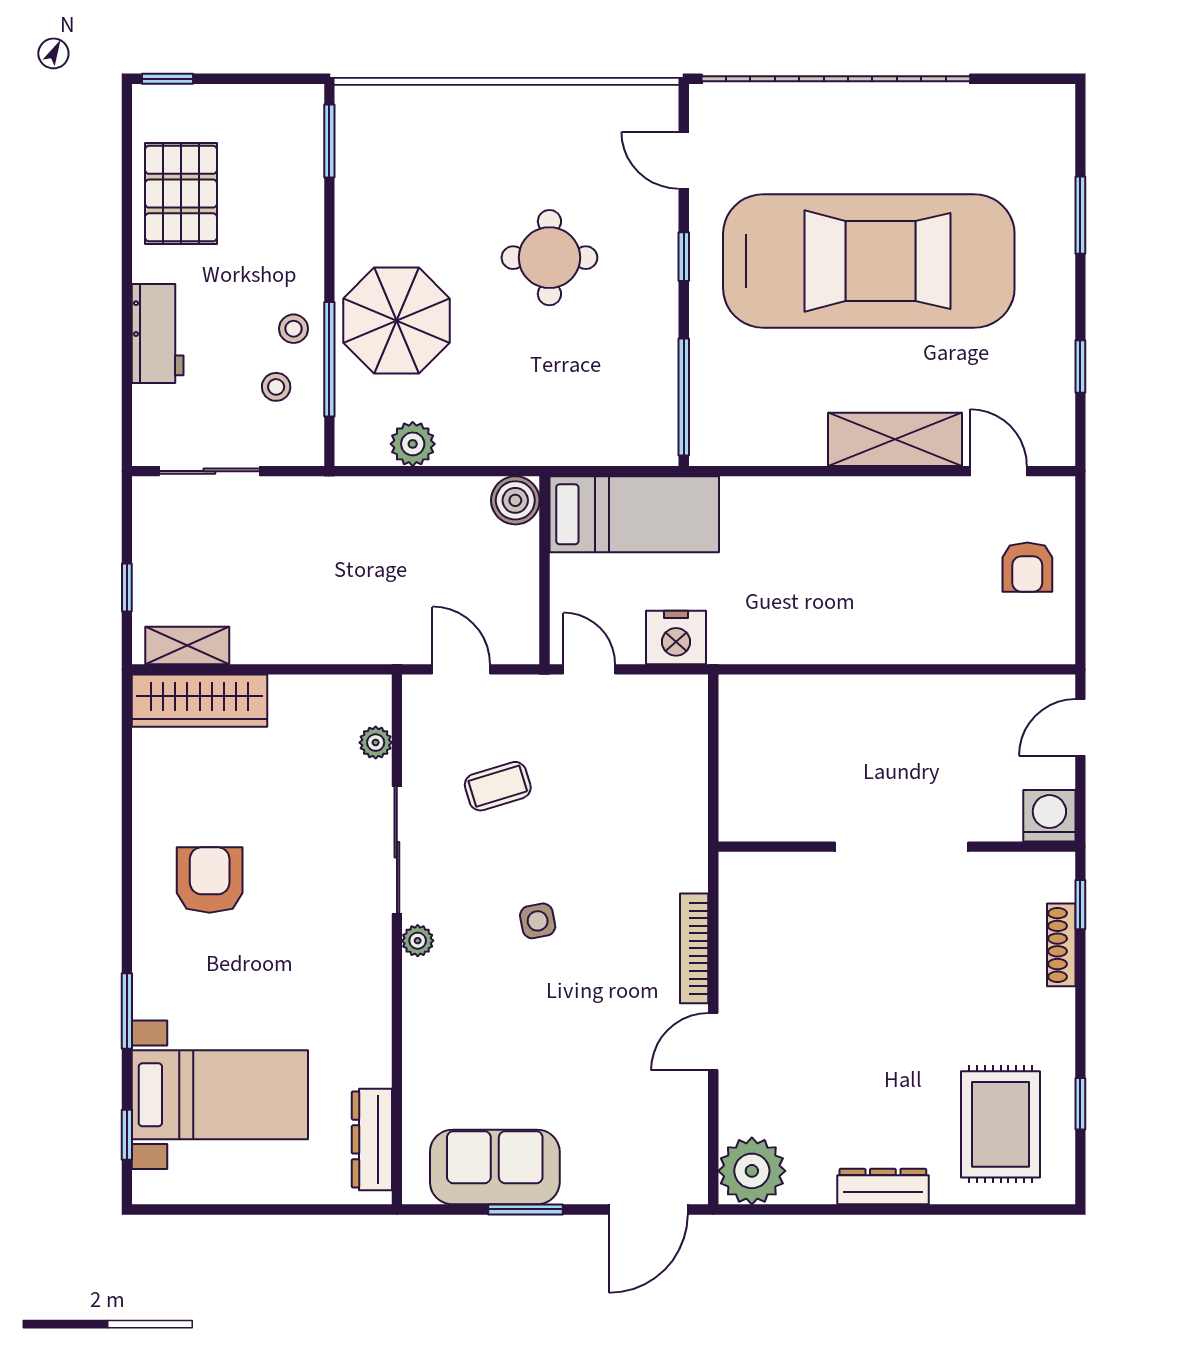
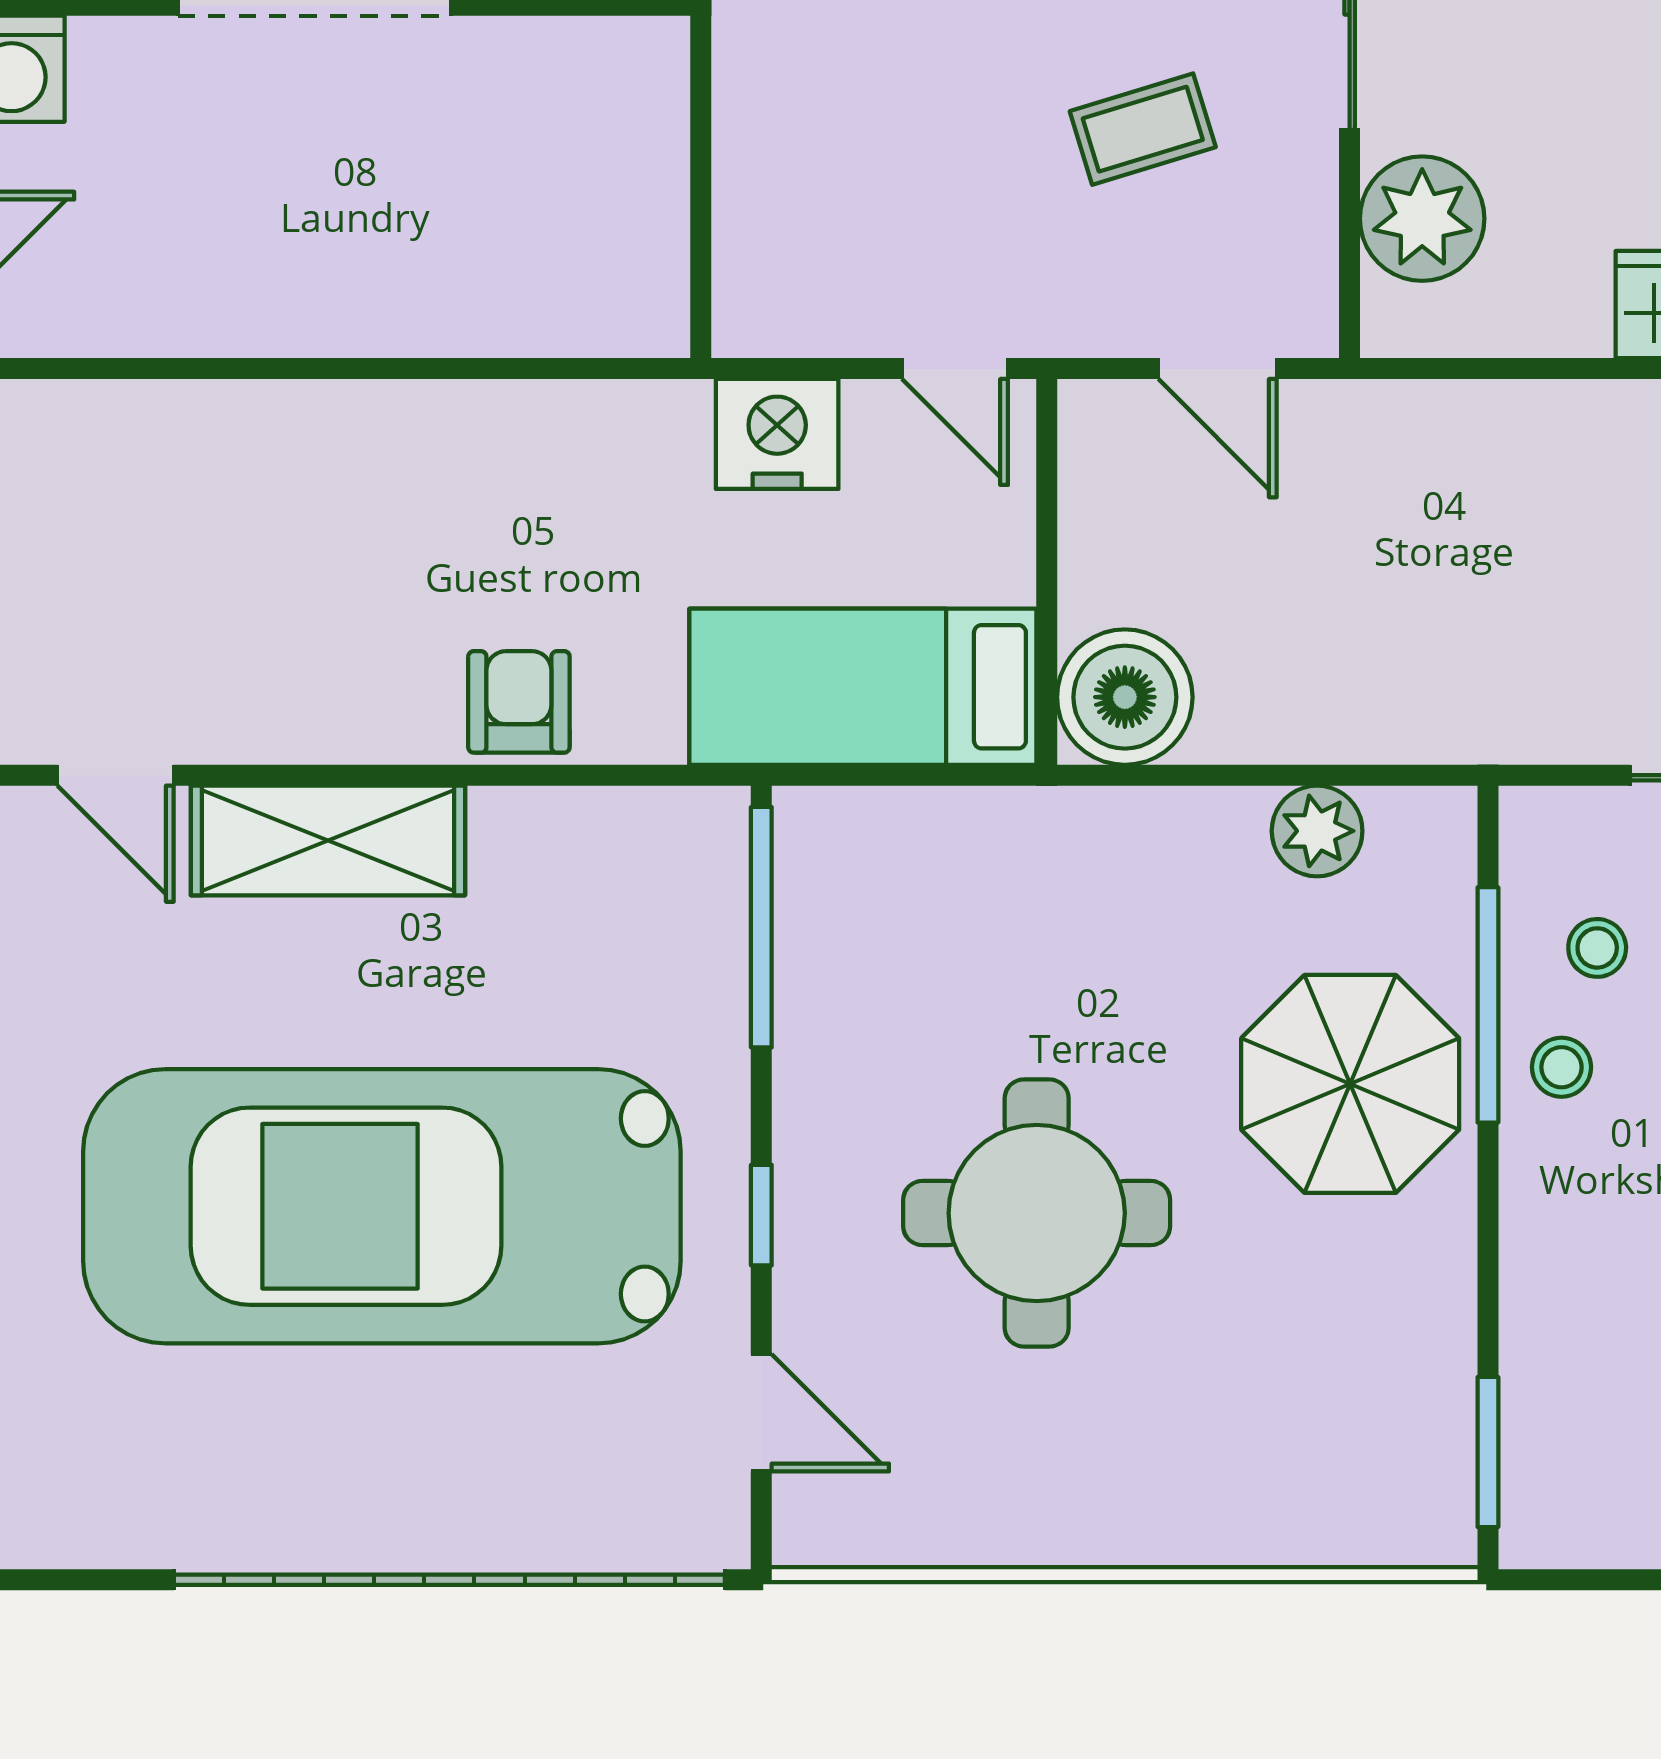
round table: (549, 258) -> (1037, 1213), width x1.36, depth x1.36
boiler: (515, 500) -> (1125, 697), width x1.37, depth x1.37
armchair: (1027, 567) -> (519, 702), moved
plant: (376, 743) -> (1422, 219), width x1.88, depth x1.88

